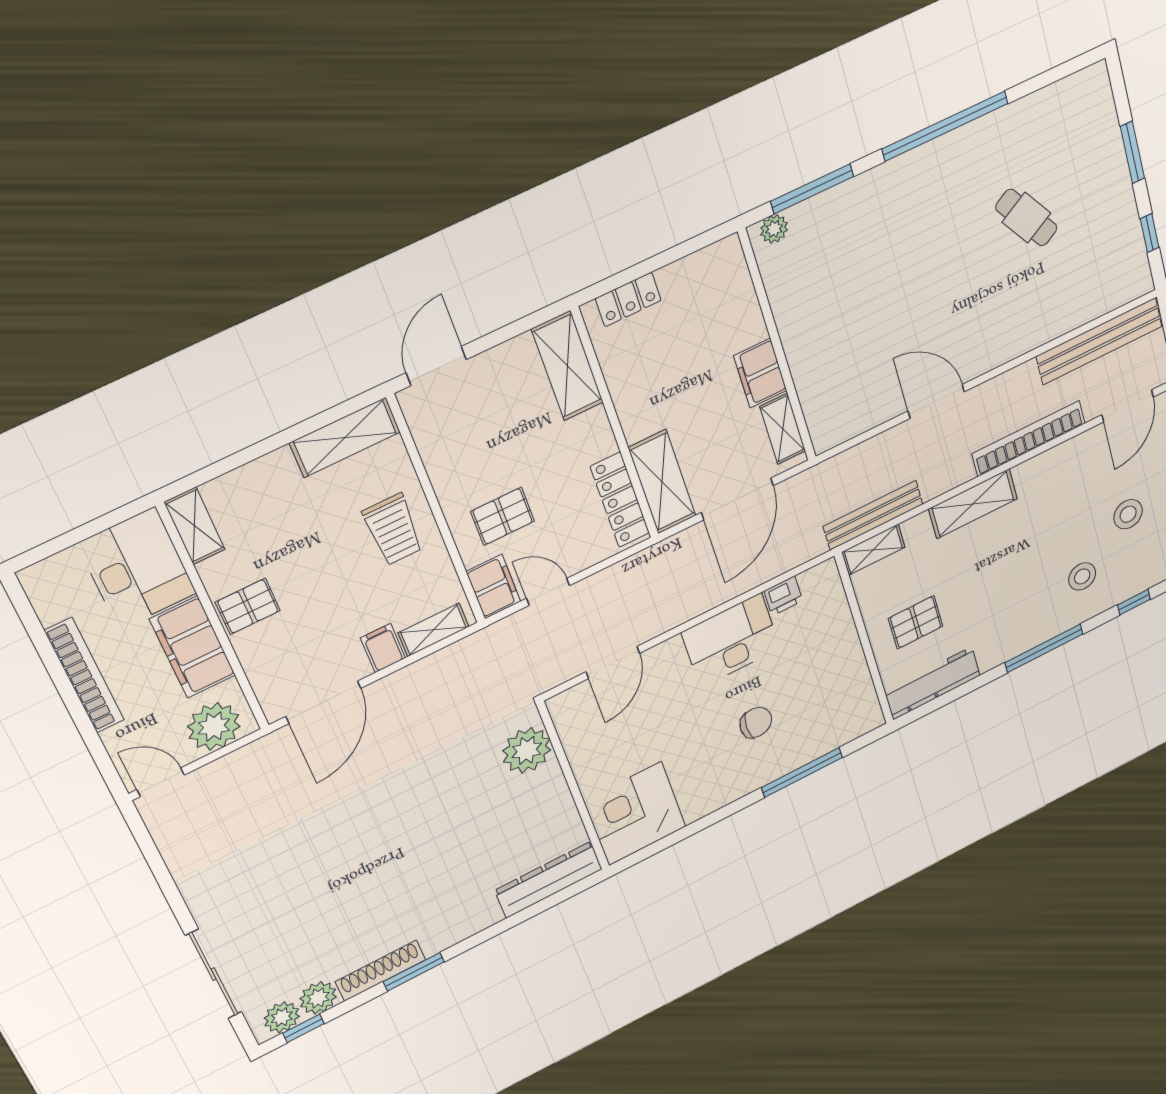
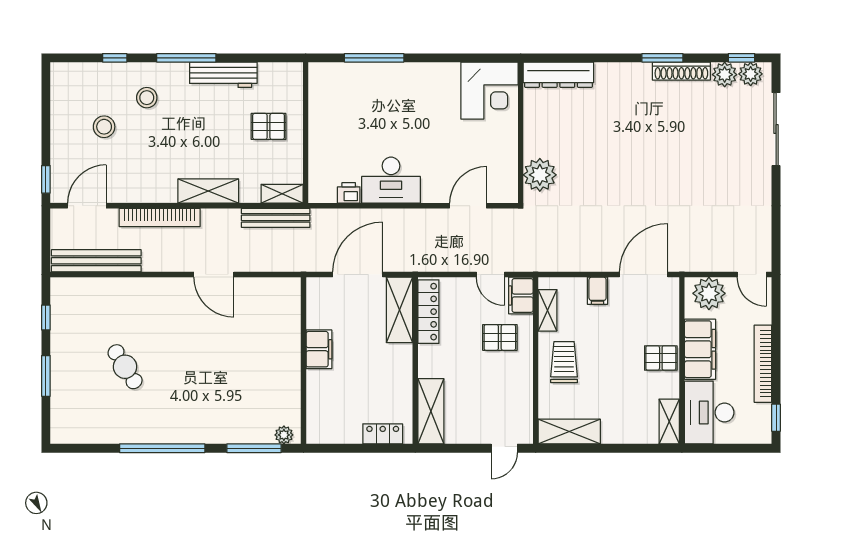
door: (436, 366) -> (504, 448), width x0.73
shelving: (783, 429) -> (316, 306), removed
window: (26, 612) -> (776, 418), added
shelving: (434, 630) -> (548, 310), moved, turned 90
workbench: (932, 683) -> (223, 75), moved
chair: (756, 723) -> (393, 112), removed

